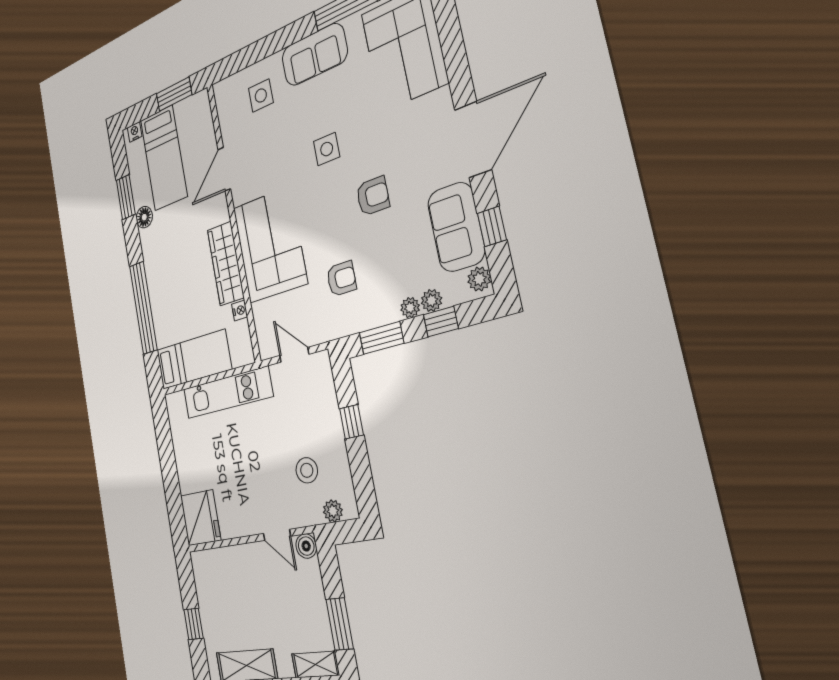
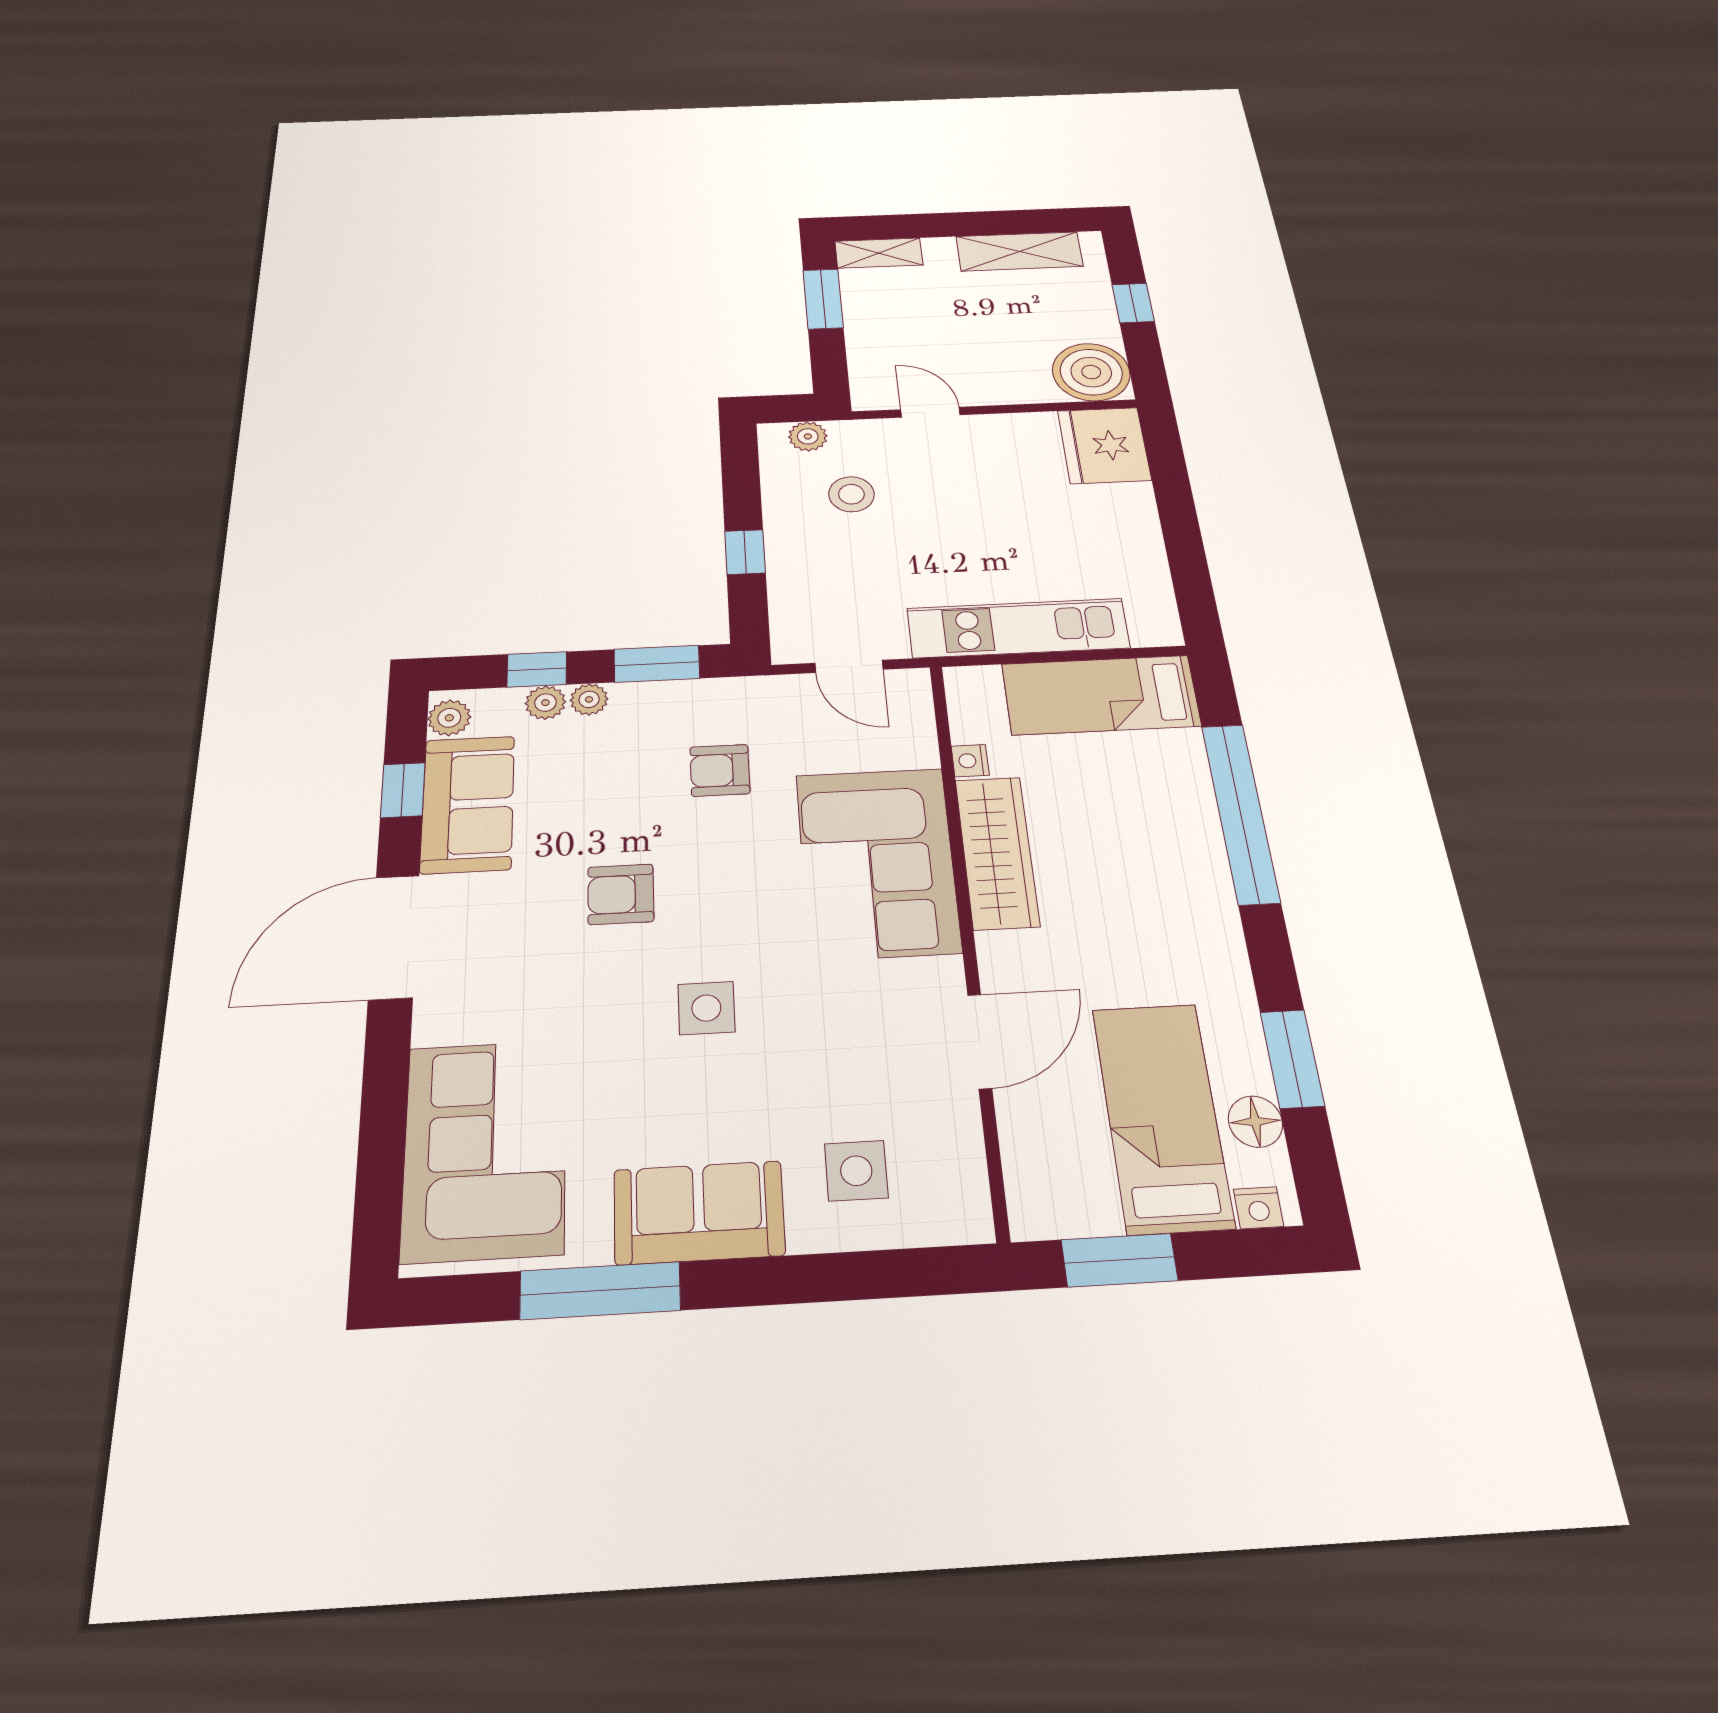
floor lamp: (144, 217) -> (1255, 1122), moved
boiler: (306, 546) -> (1091, 372), moved, width x1.86, depth x1.86

